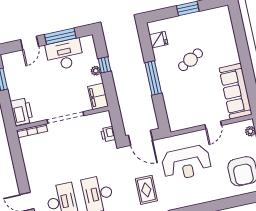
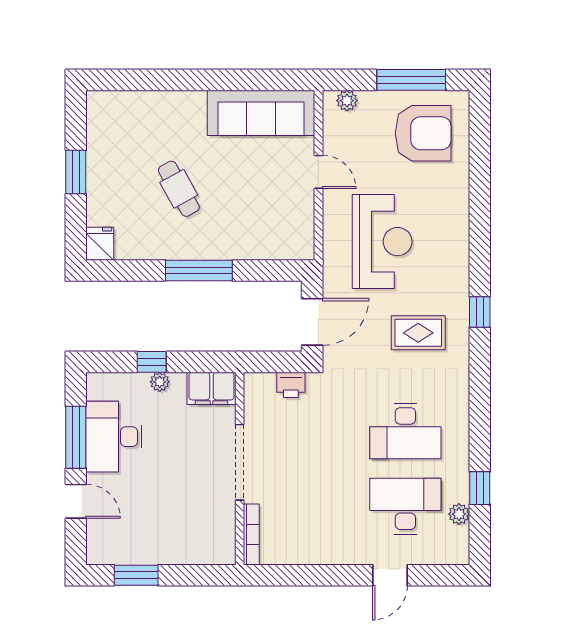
fridge: (158, 40) -> (100, 244), moved
printer: (22, 112) -> (209, 547), removed

